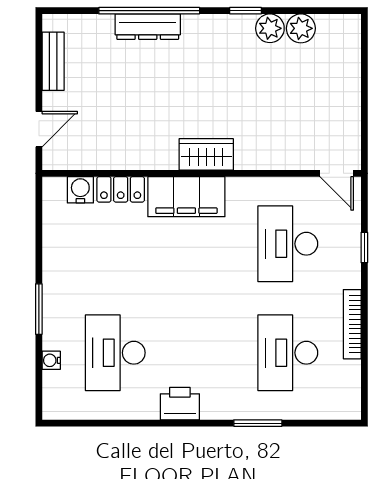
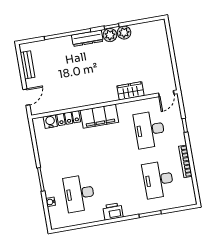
dresser: (148, 27) -> (87, 38), moved
plant: (301, 28) -> (110, 35), moved
wardrobe: (206, 154) -> (130, 91), moved
door: (337, 173) -> (166, 94), hinge flipped

